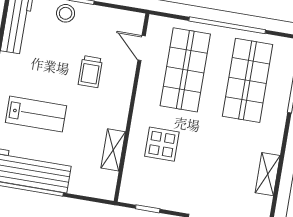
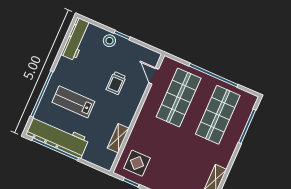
lab bench: (36, 114) -> (73, 102), turned 180
display table: (162, 144) -> (137, 163), moved

